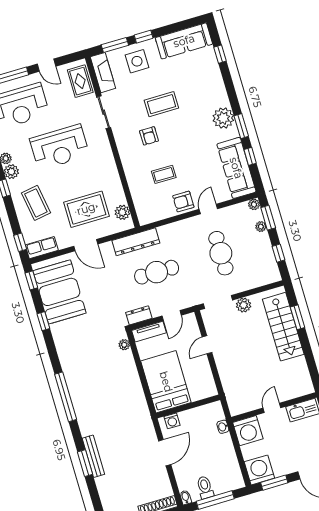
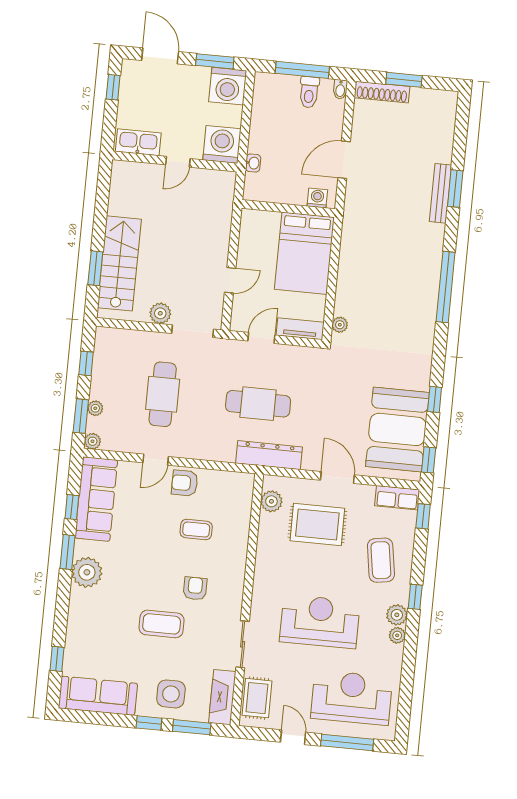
armchair: (183, 201) -> (185, 483), turned 180
dresser: (139, 315) -> (305, 356), removed

